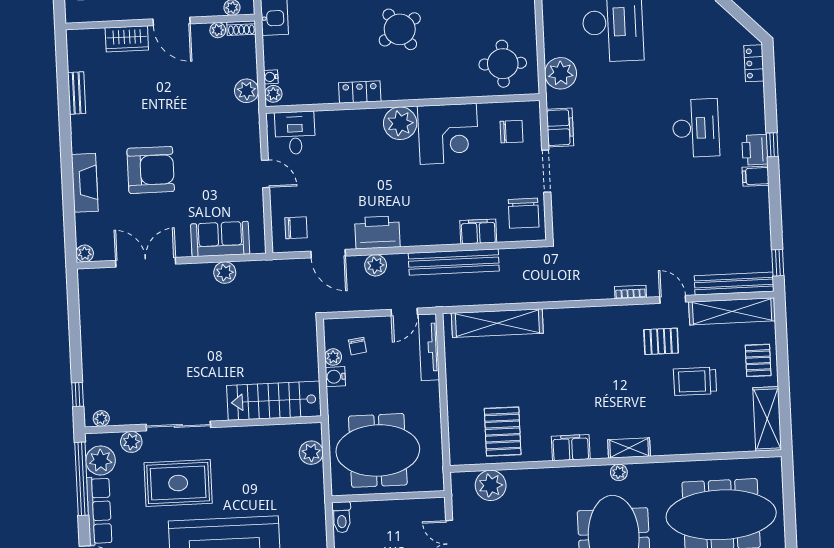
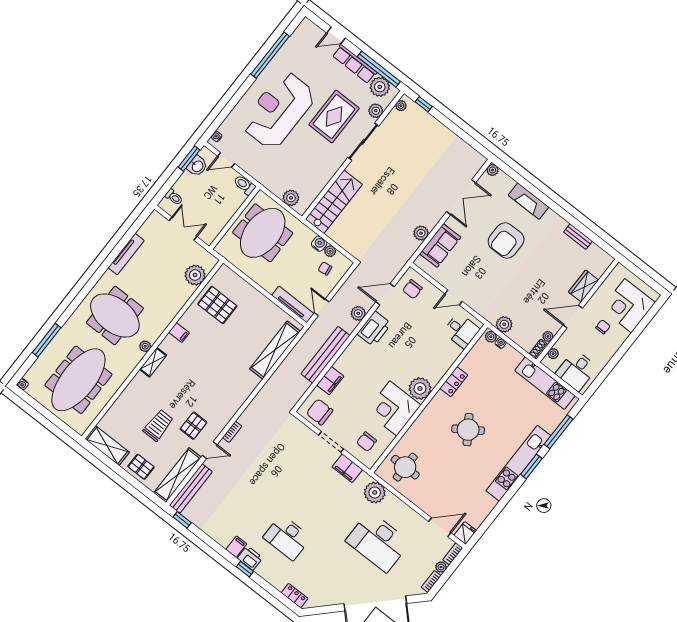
filing cabinet: (571, 448) -> (179, 333), width x0.50

